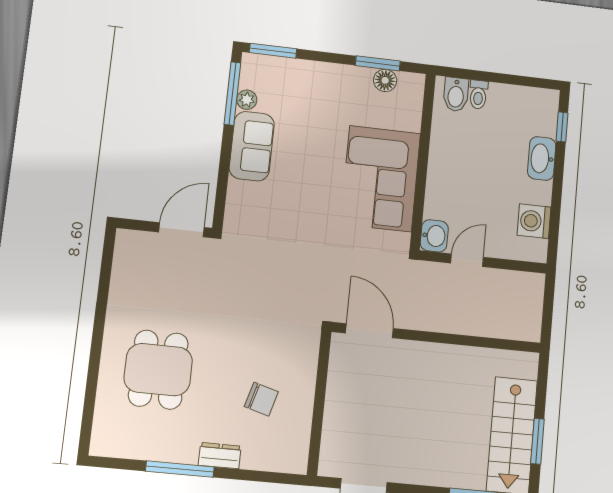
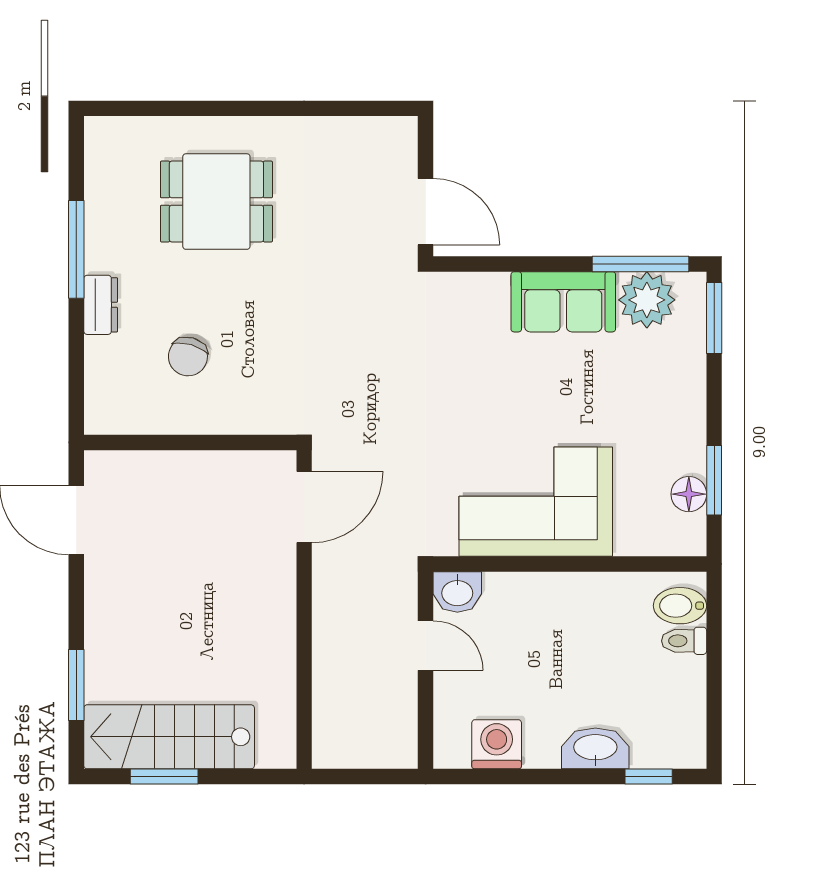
plant: (247, 100) -> (647, 300), width x1.87, depth x1.87

